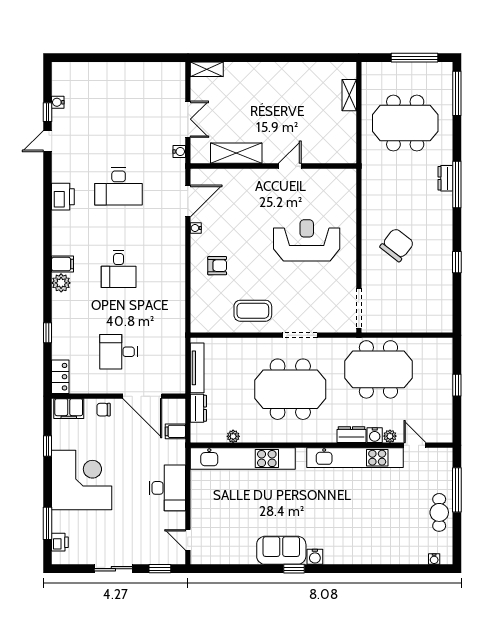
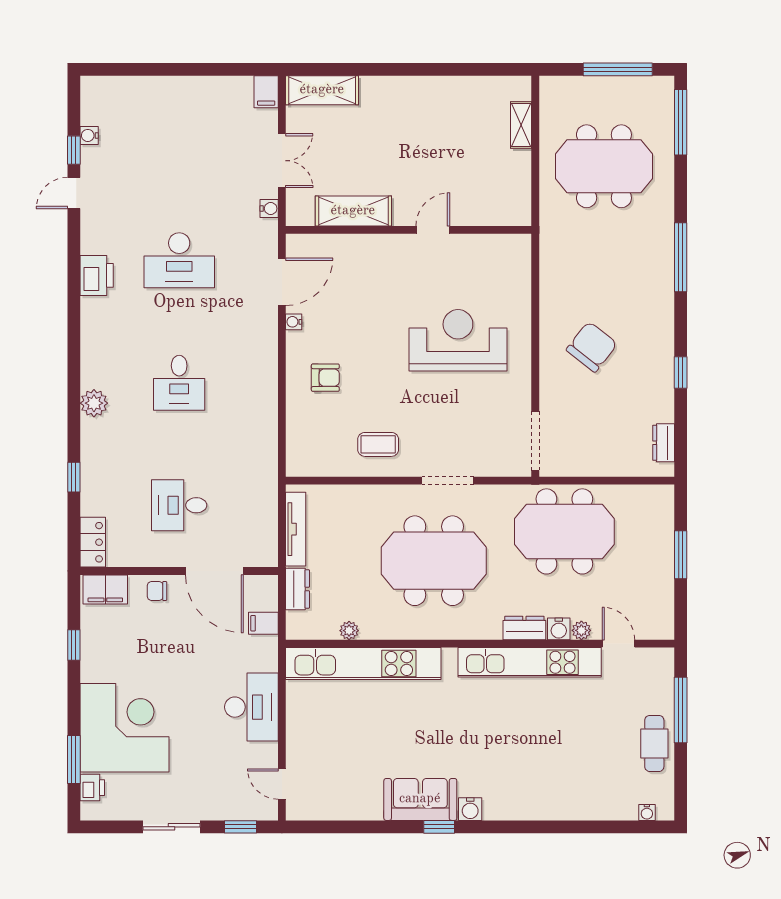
shelving: (207, 69) -> (322, 90), width x1.50, depth x1.33
dresser: (445, 178) -> (664, 443), moved
filing cabinet: (63, 264) -> (266, 92), moved, turned 90
coffee table: (253, 311) -> (378, 444), width x0.73, depth x0.77
window: (457, 385) -> (681, 555), width x1.50
corner desk: (82, 480) -> (124, 728), moved

